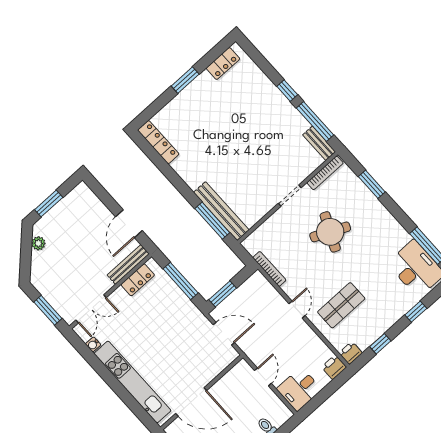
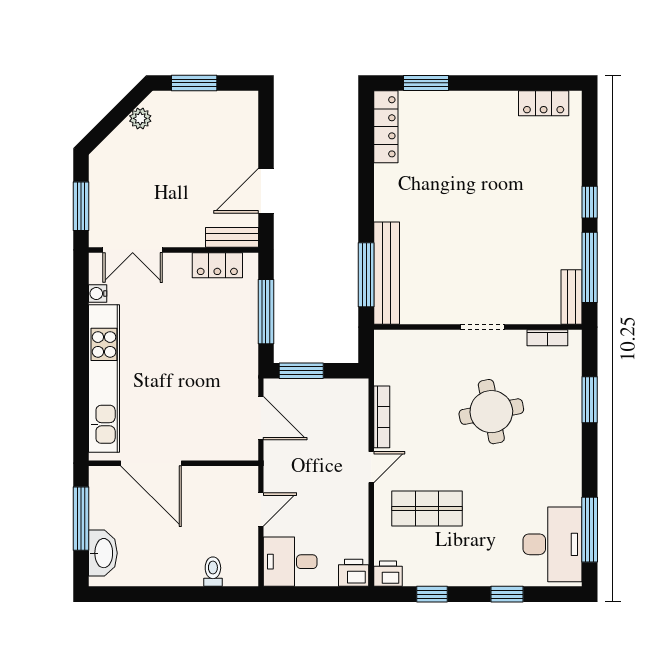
window: (185, 80) -> (426, 83), moved
bookcase: (325, 173) -> (547, 338), width x0.64
round table: (330, 232) -> (491, 412), turned -36
bench: (128, 264) -> (232, 237), width x0.73
bookcase: (269, 269) -> (382, 417), moved

